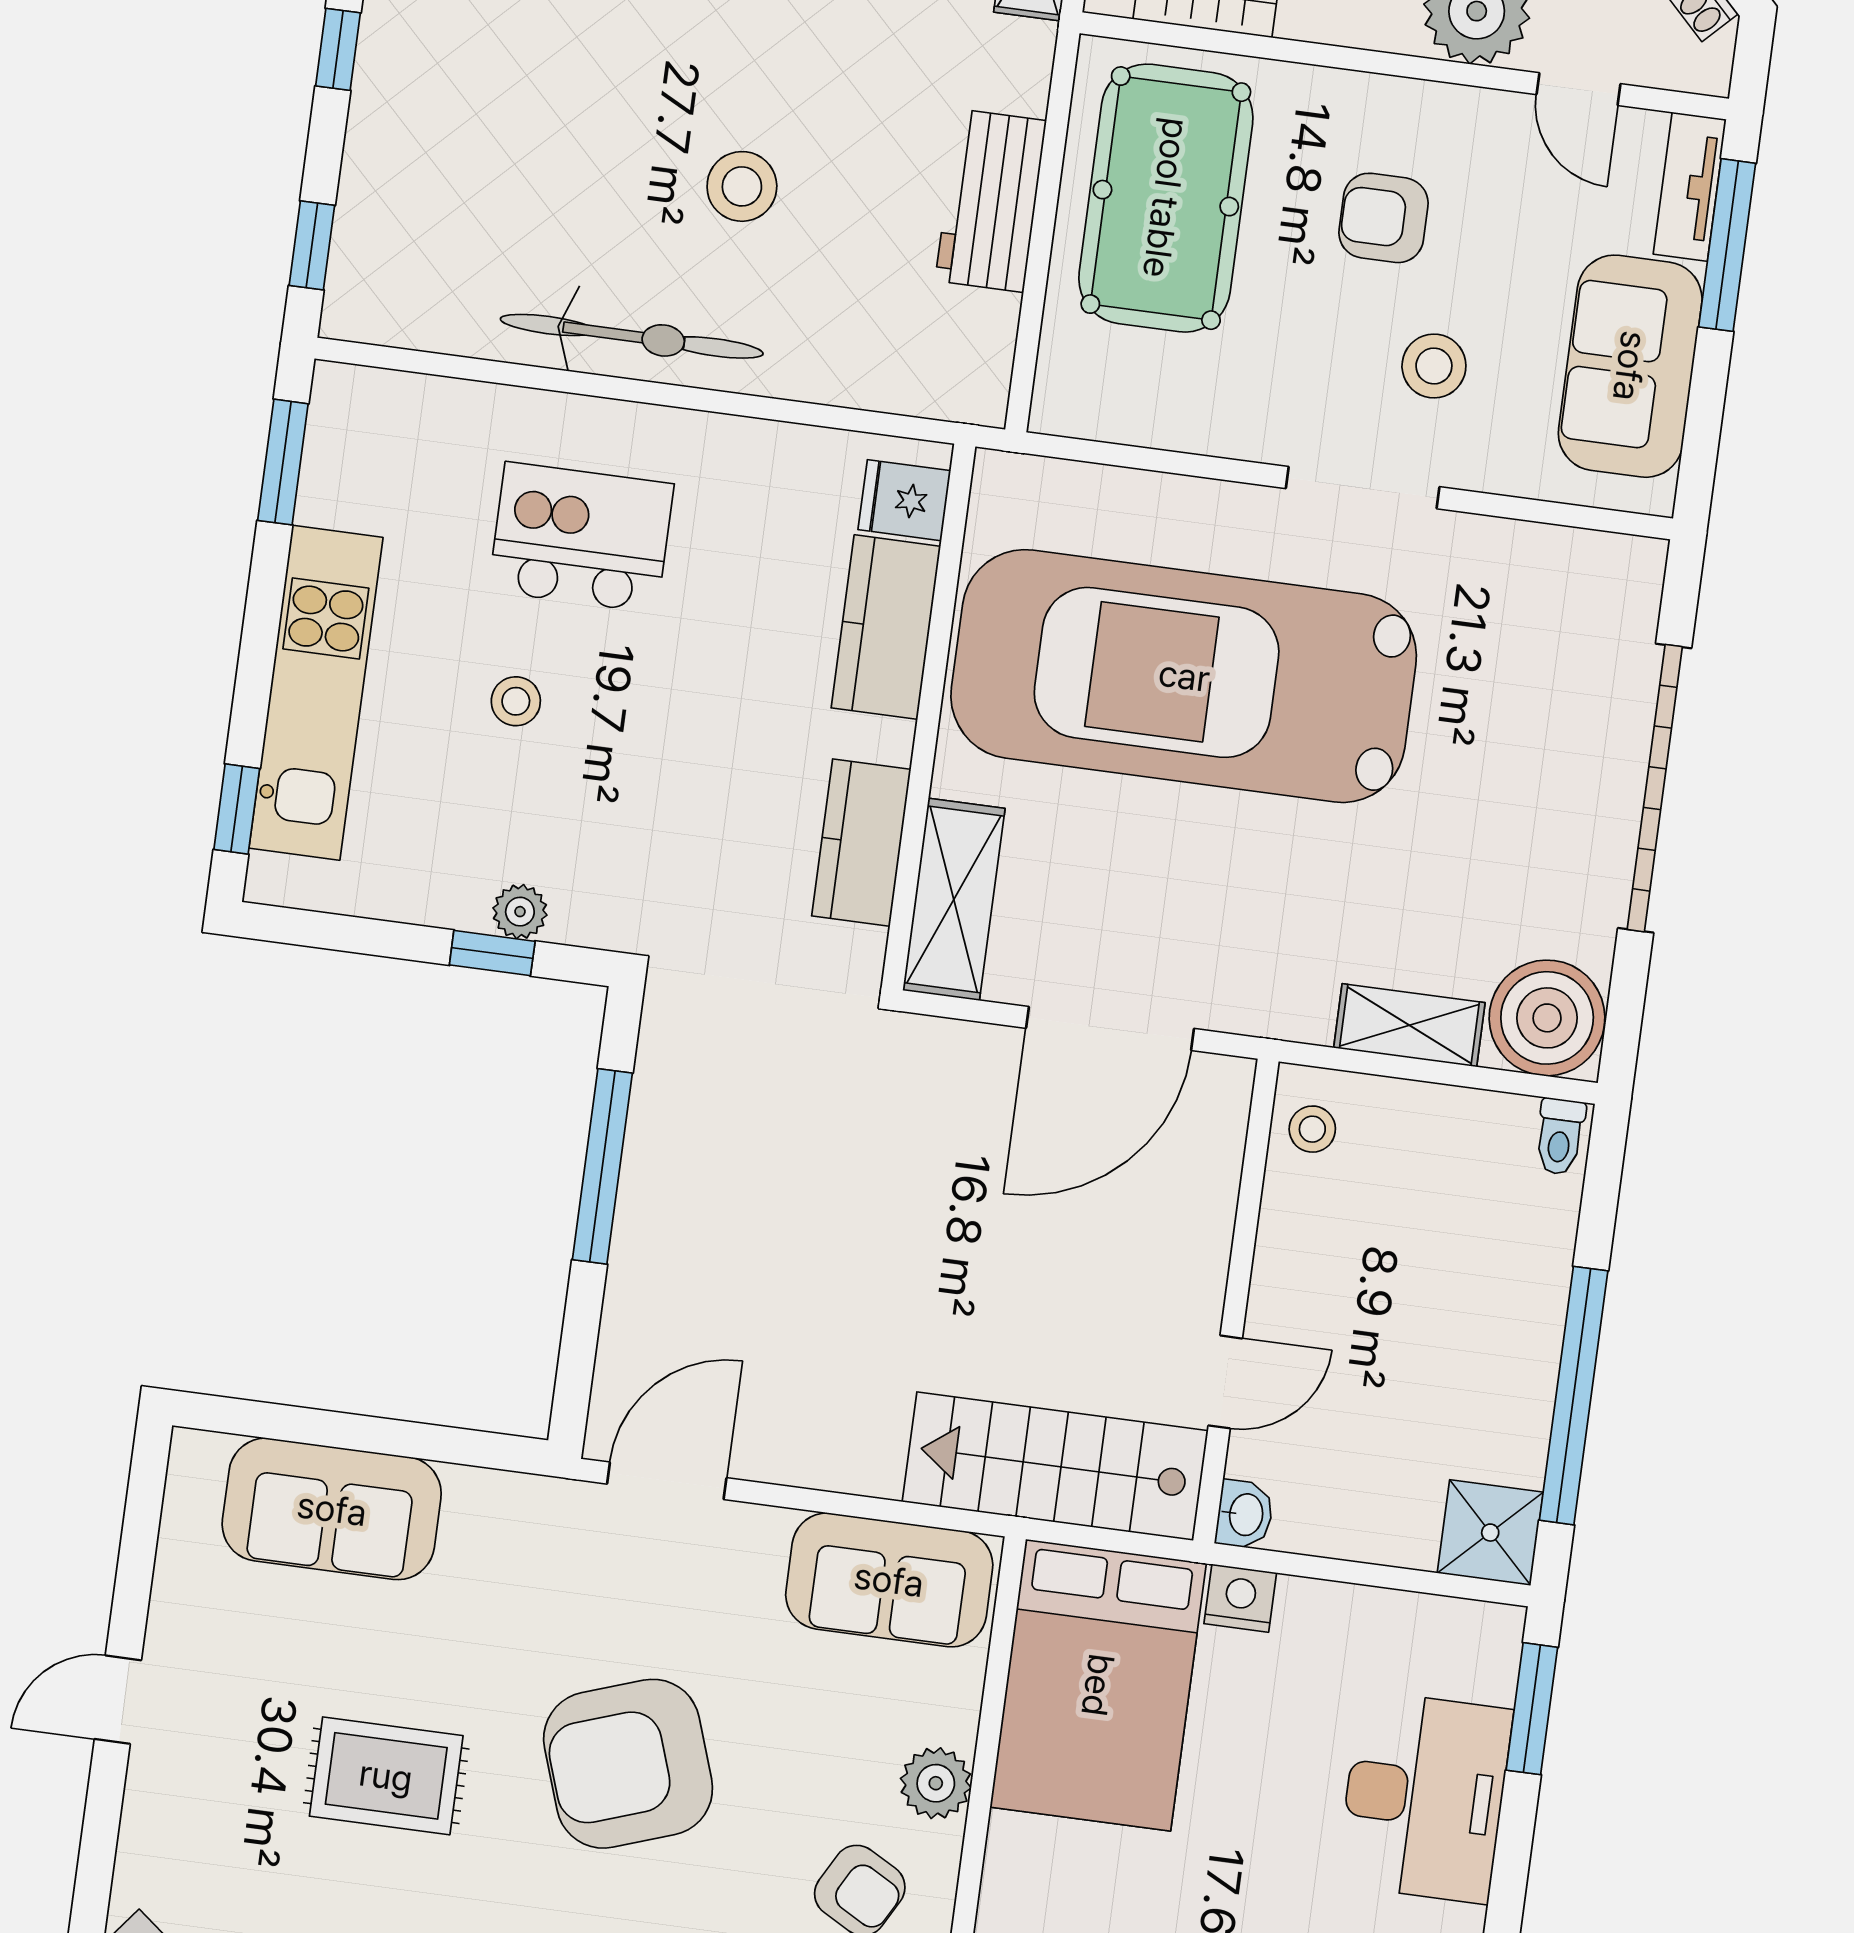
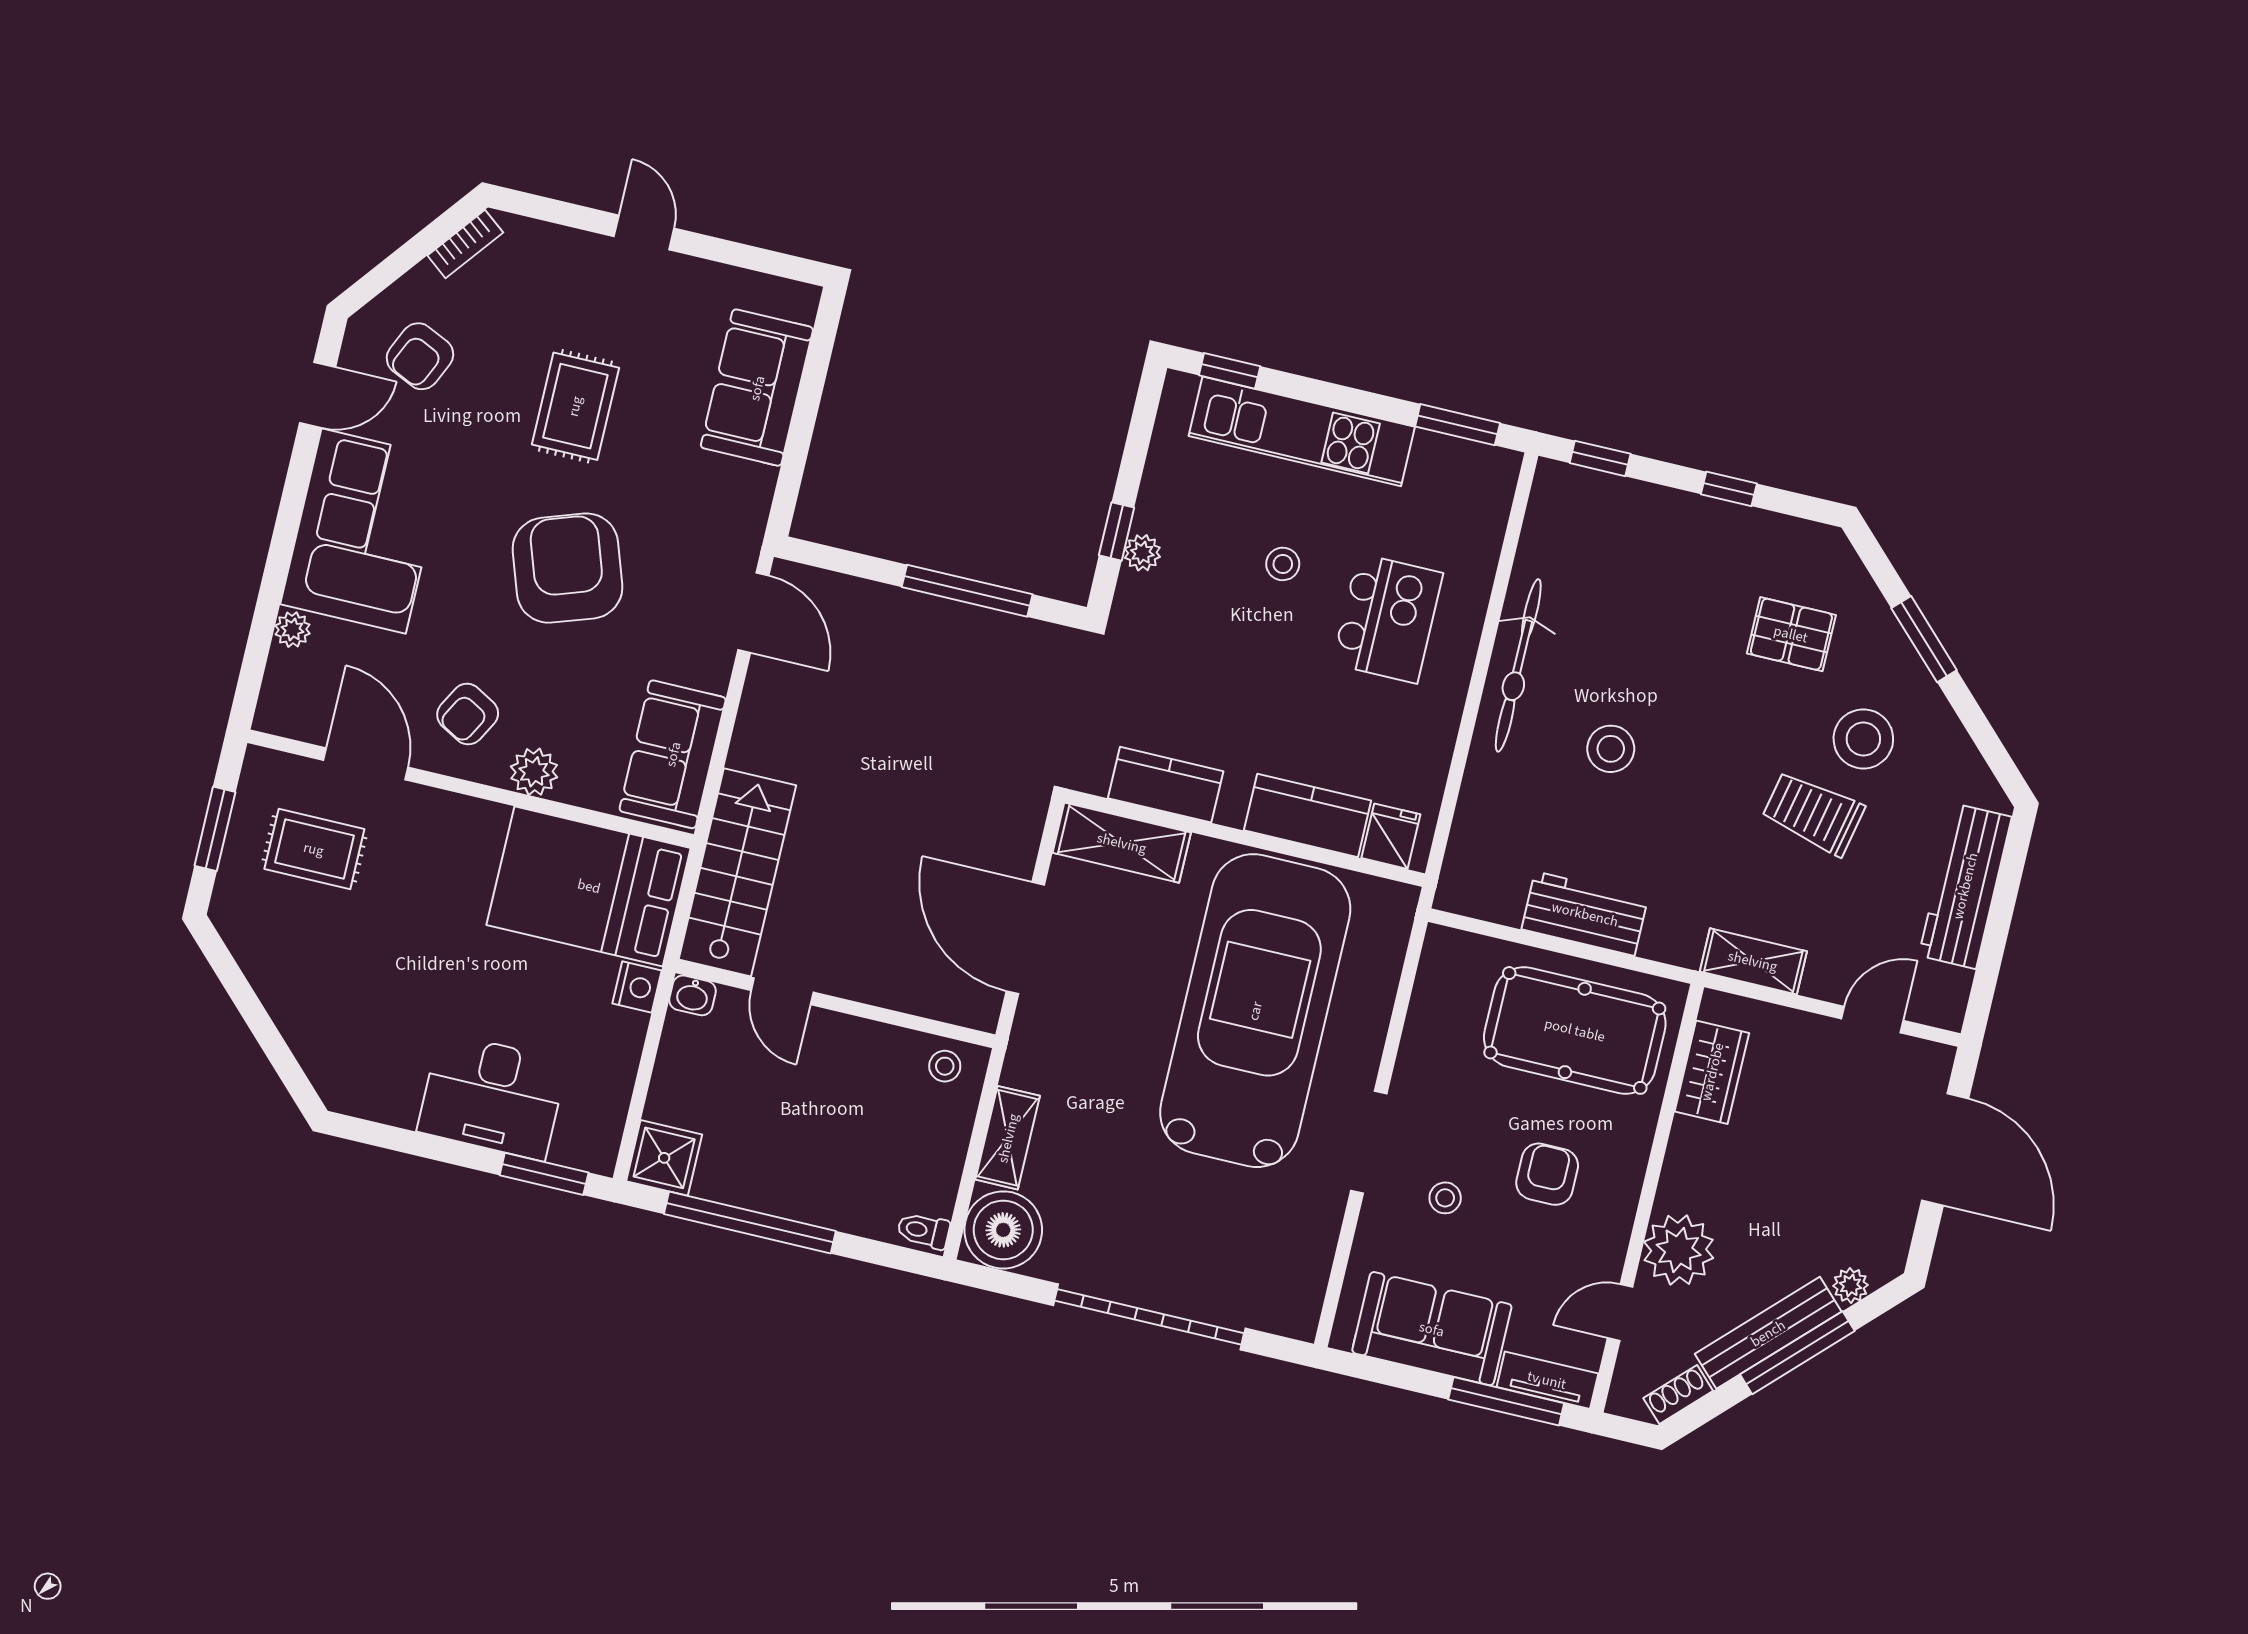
stool: (1434, 366) -> (1445, 1198), width x0.73, depth x0.73

